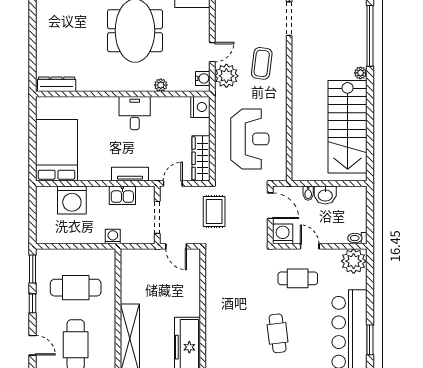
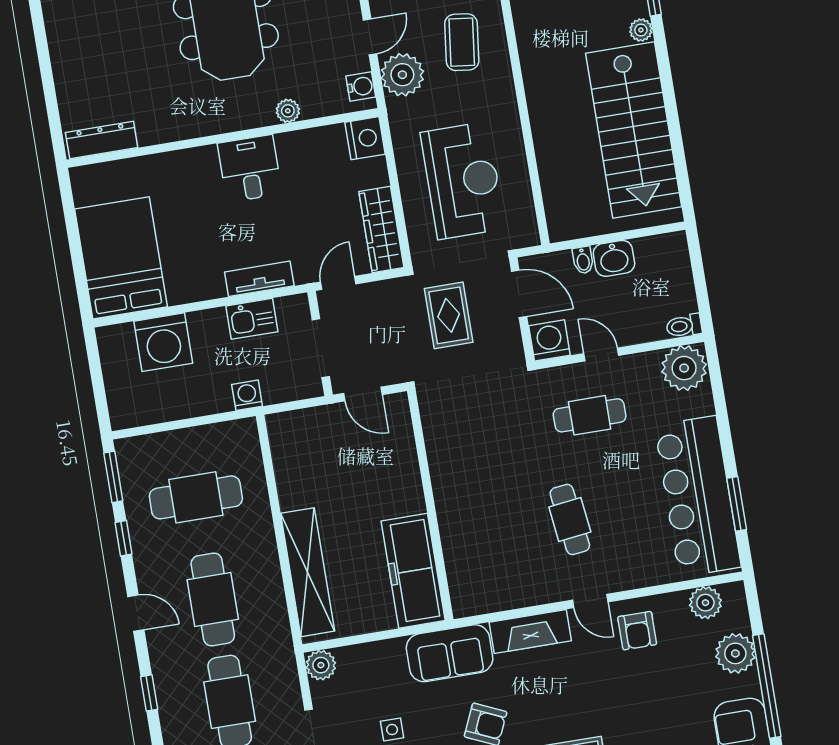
rug: (214, 212) -> (449, 315), moved

